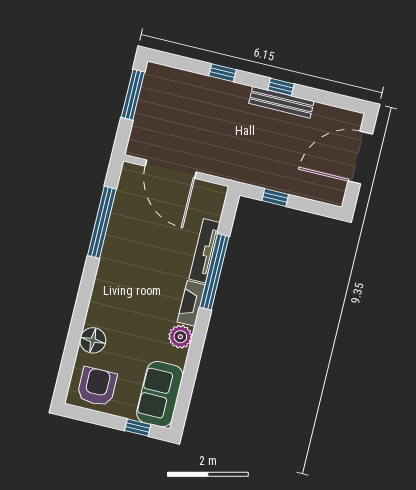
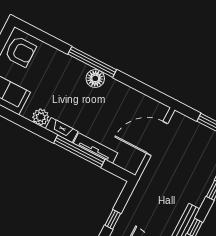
window: (275, 198) -> (113, 219), moved
window: (102, 222) -> (92, 62), moved
floor lamp: (93, 340) -> (95, 78), moved

